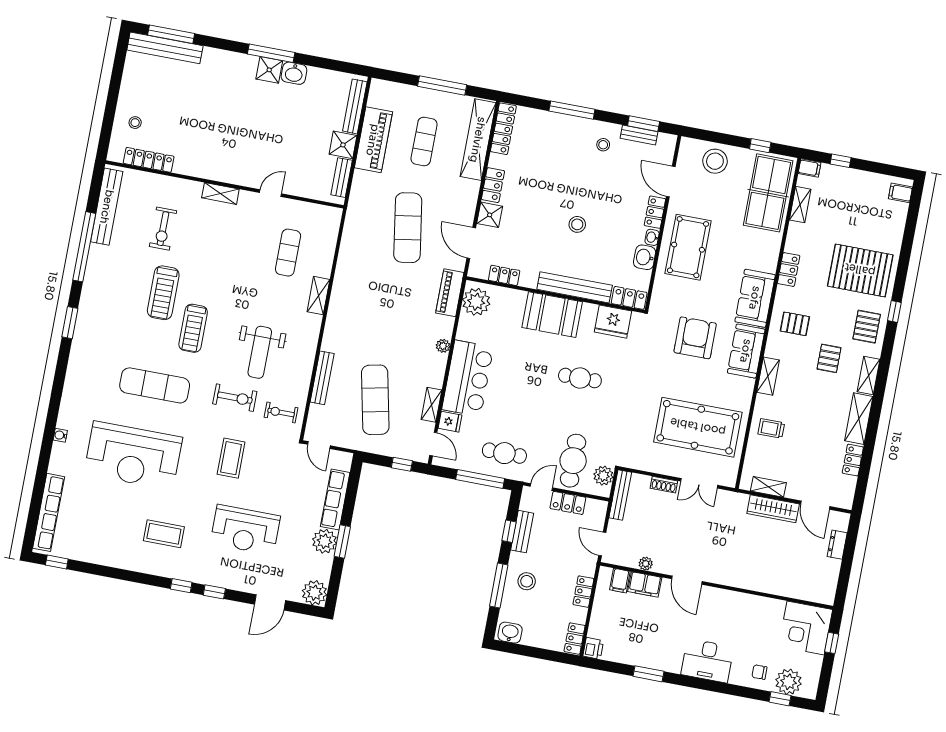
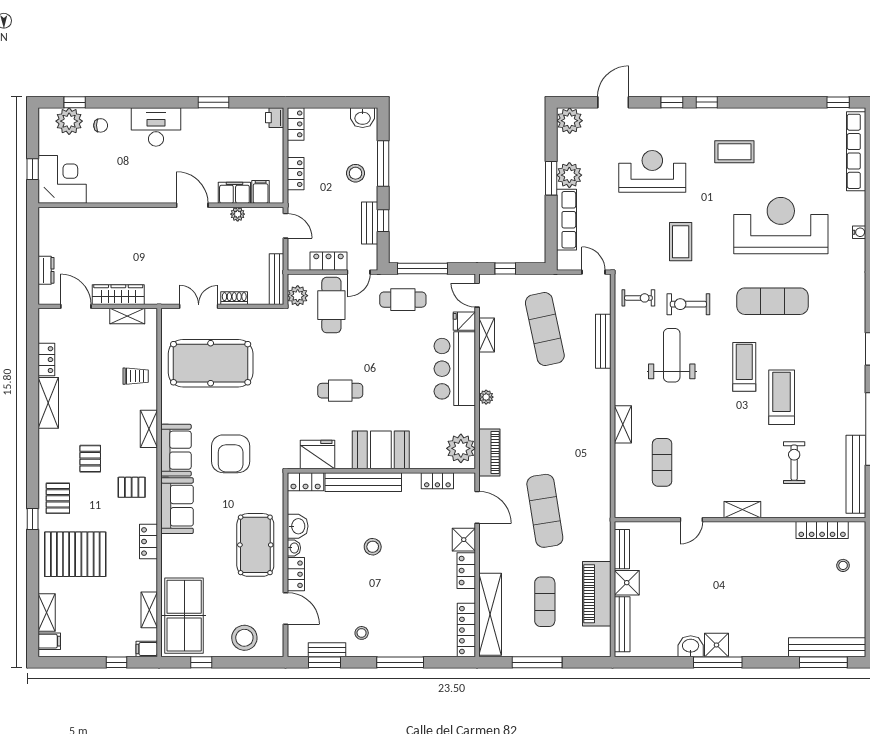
shelving: (869, 376) -> (47, 612), moved

